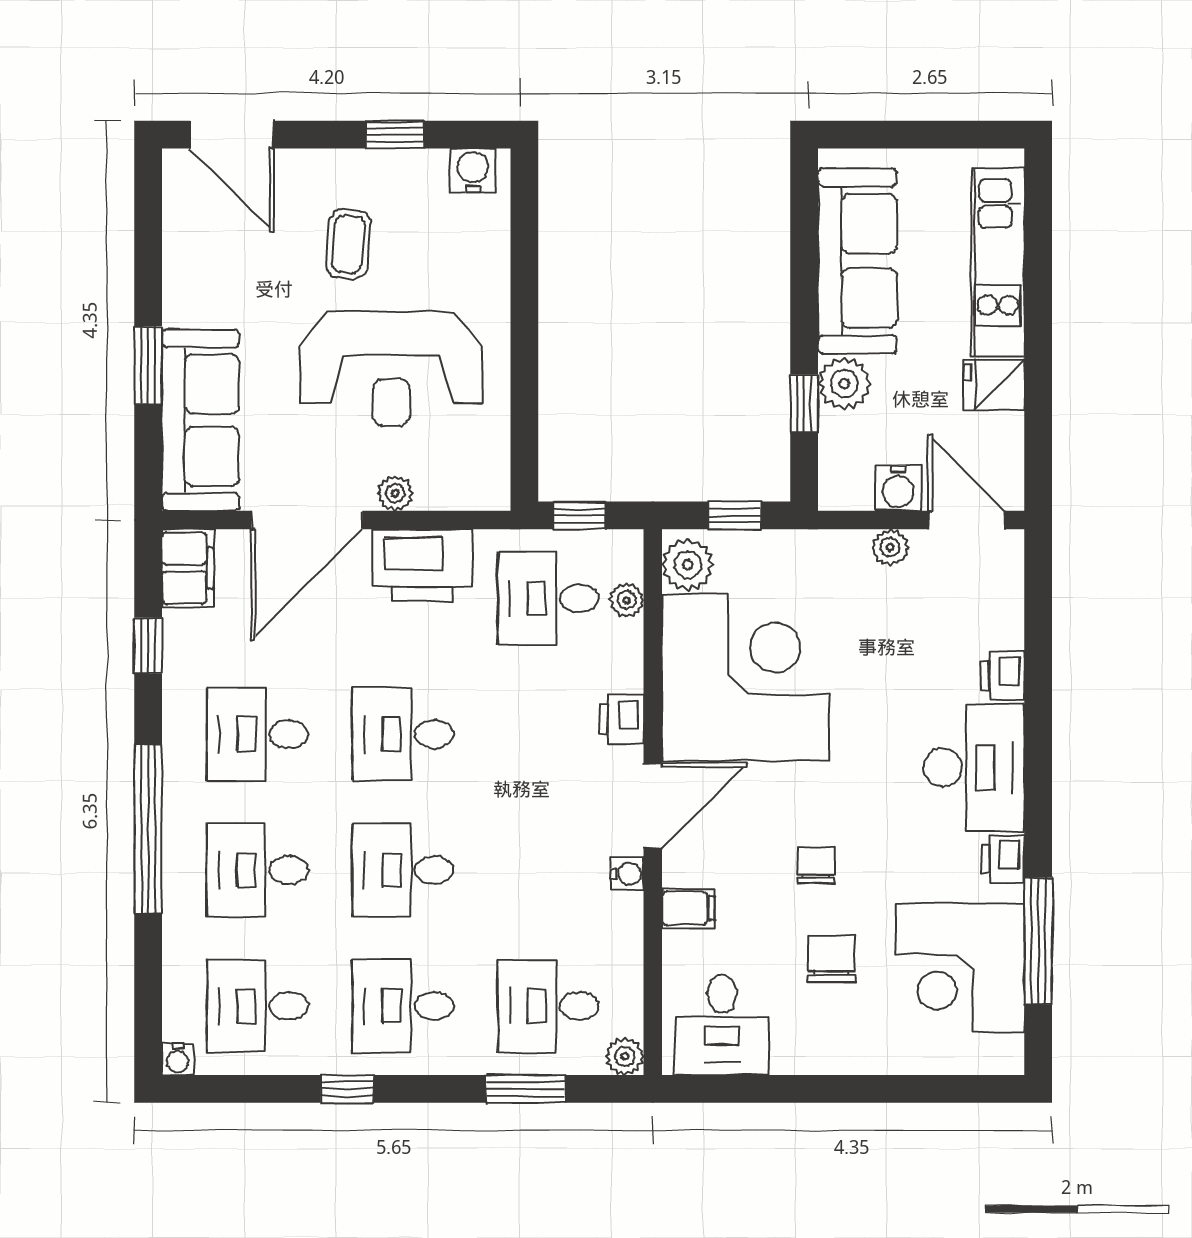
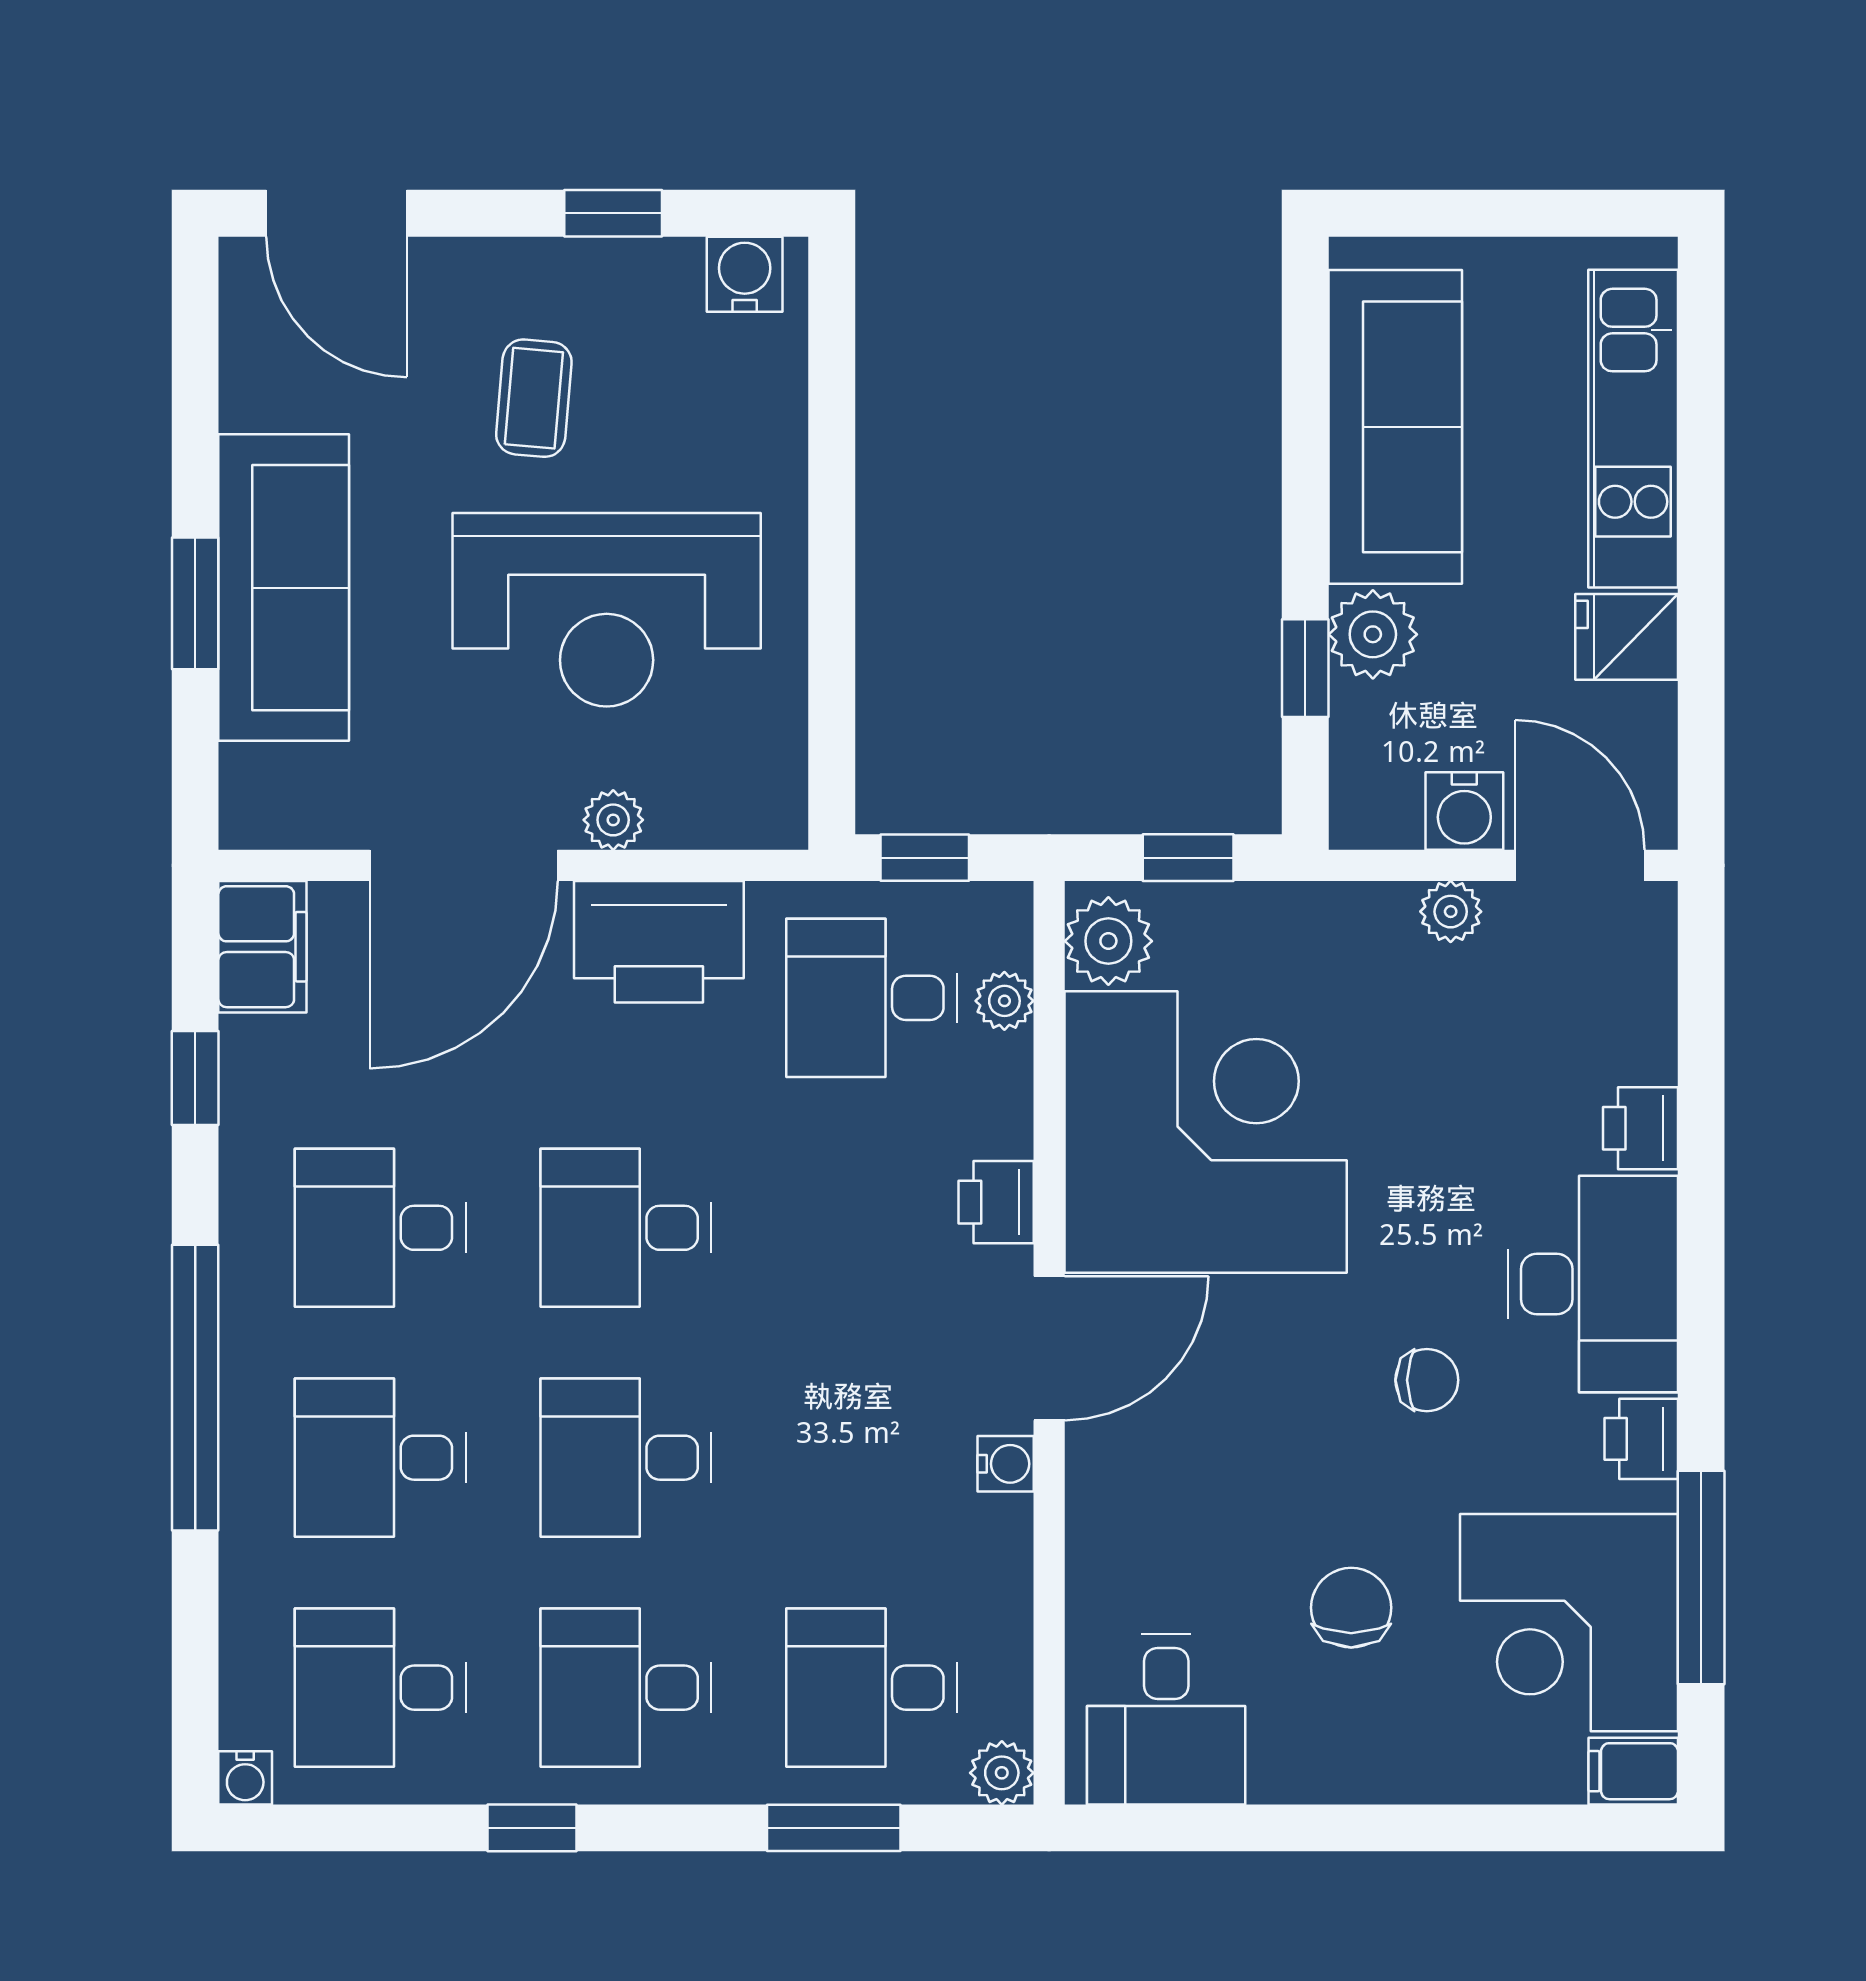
sofa: (200, 420) -> (284, 588), moved
chair: (816, 865) -> (1427, 1380), moved, turned 90
filing cabinet: (688, 908) -> (1633, 1771), moved, turned 180

